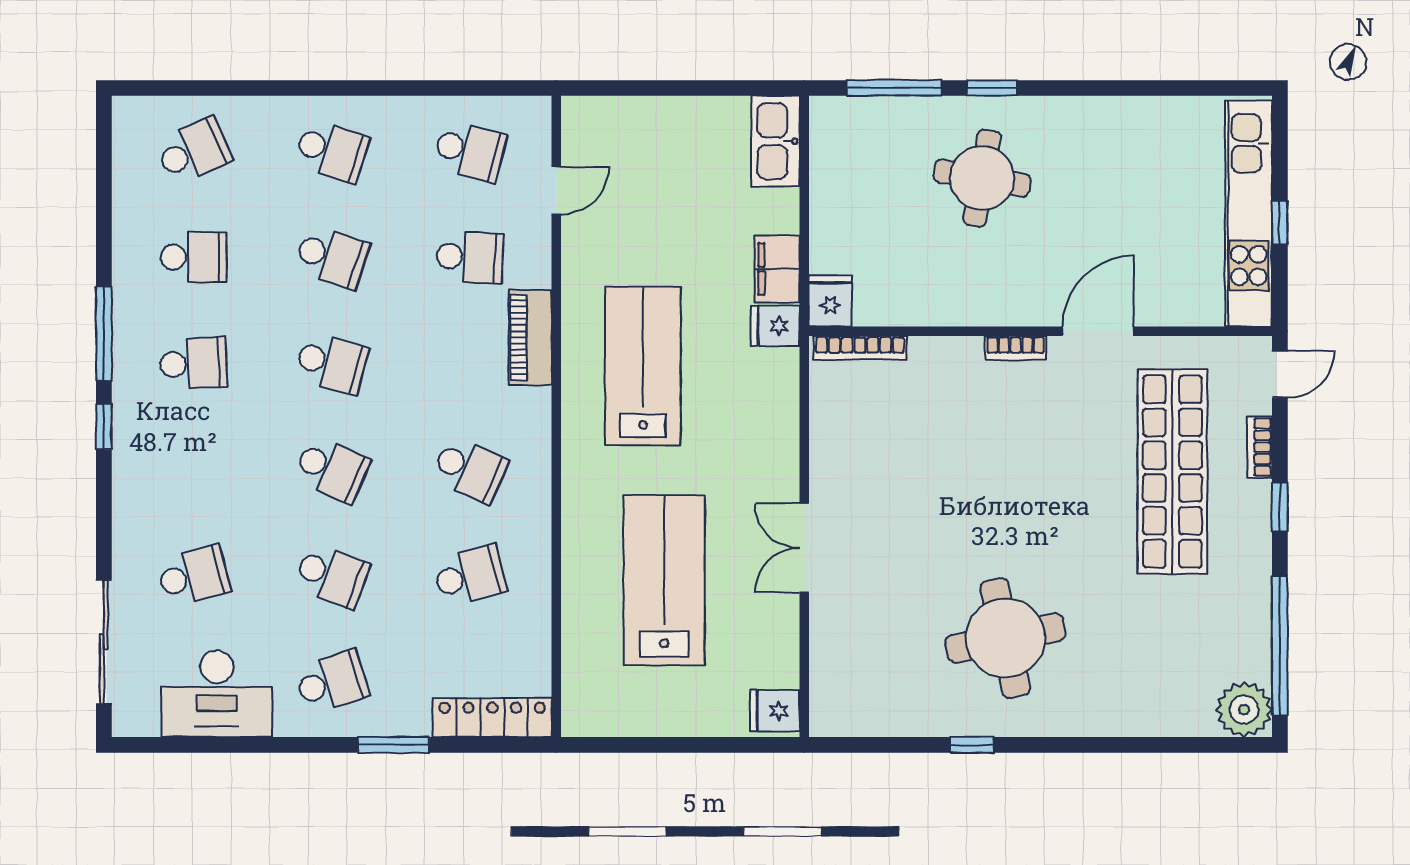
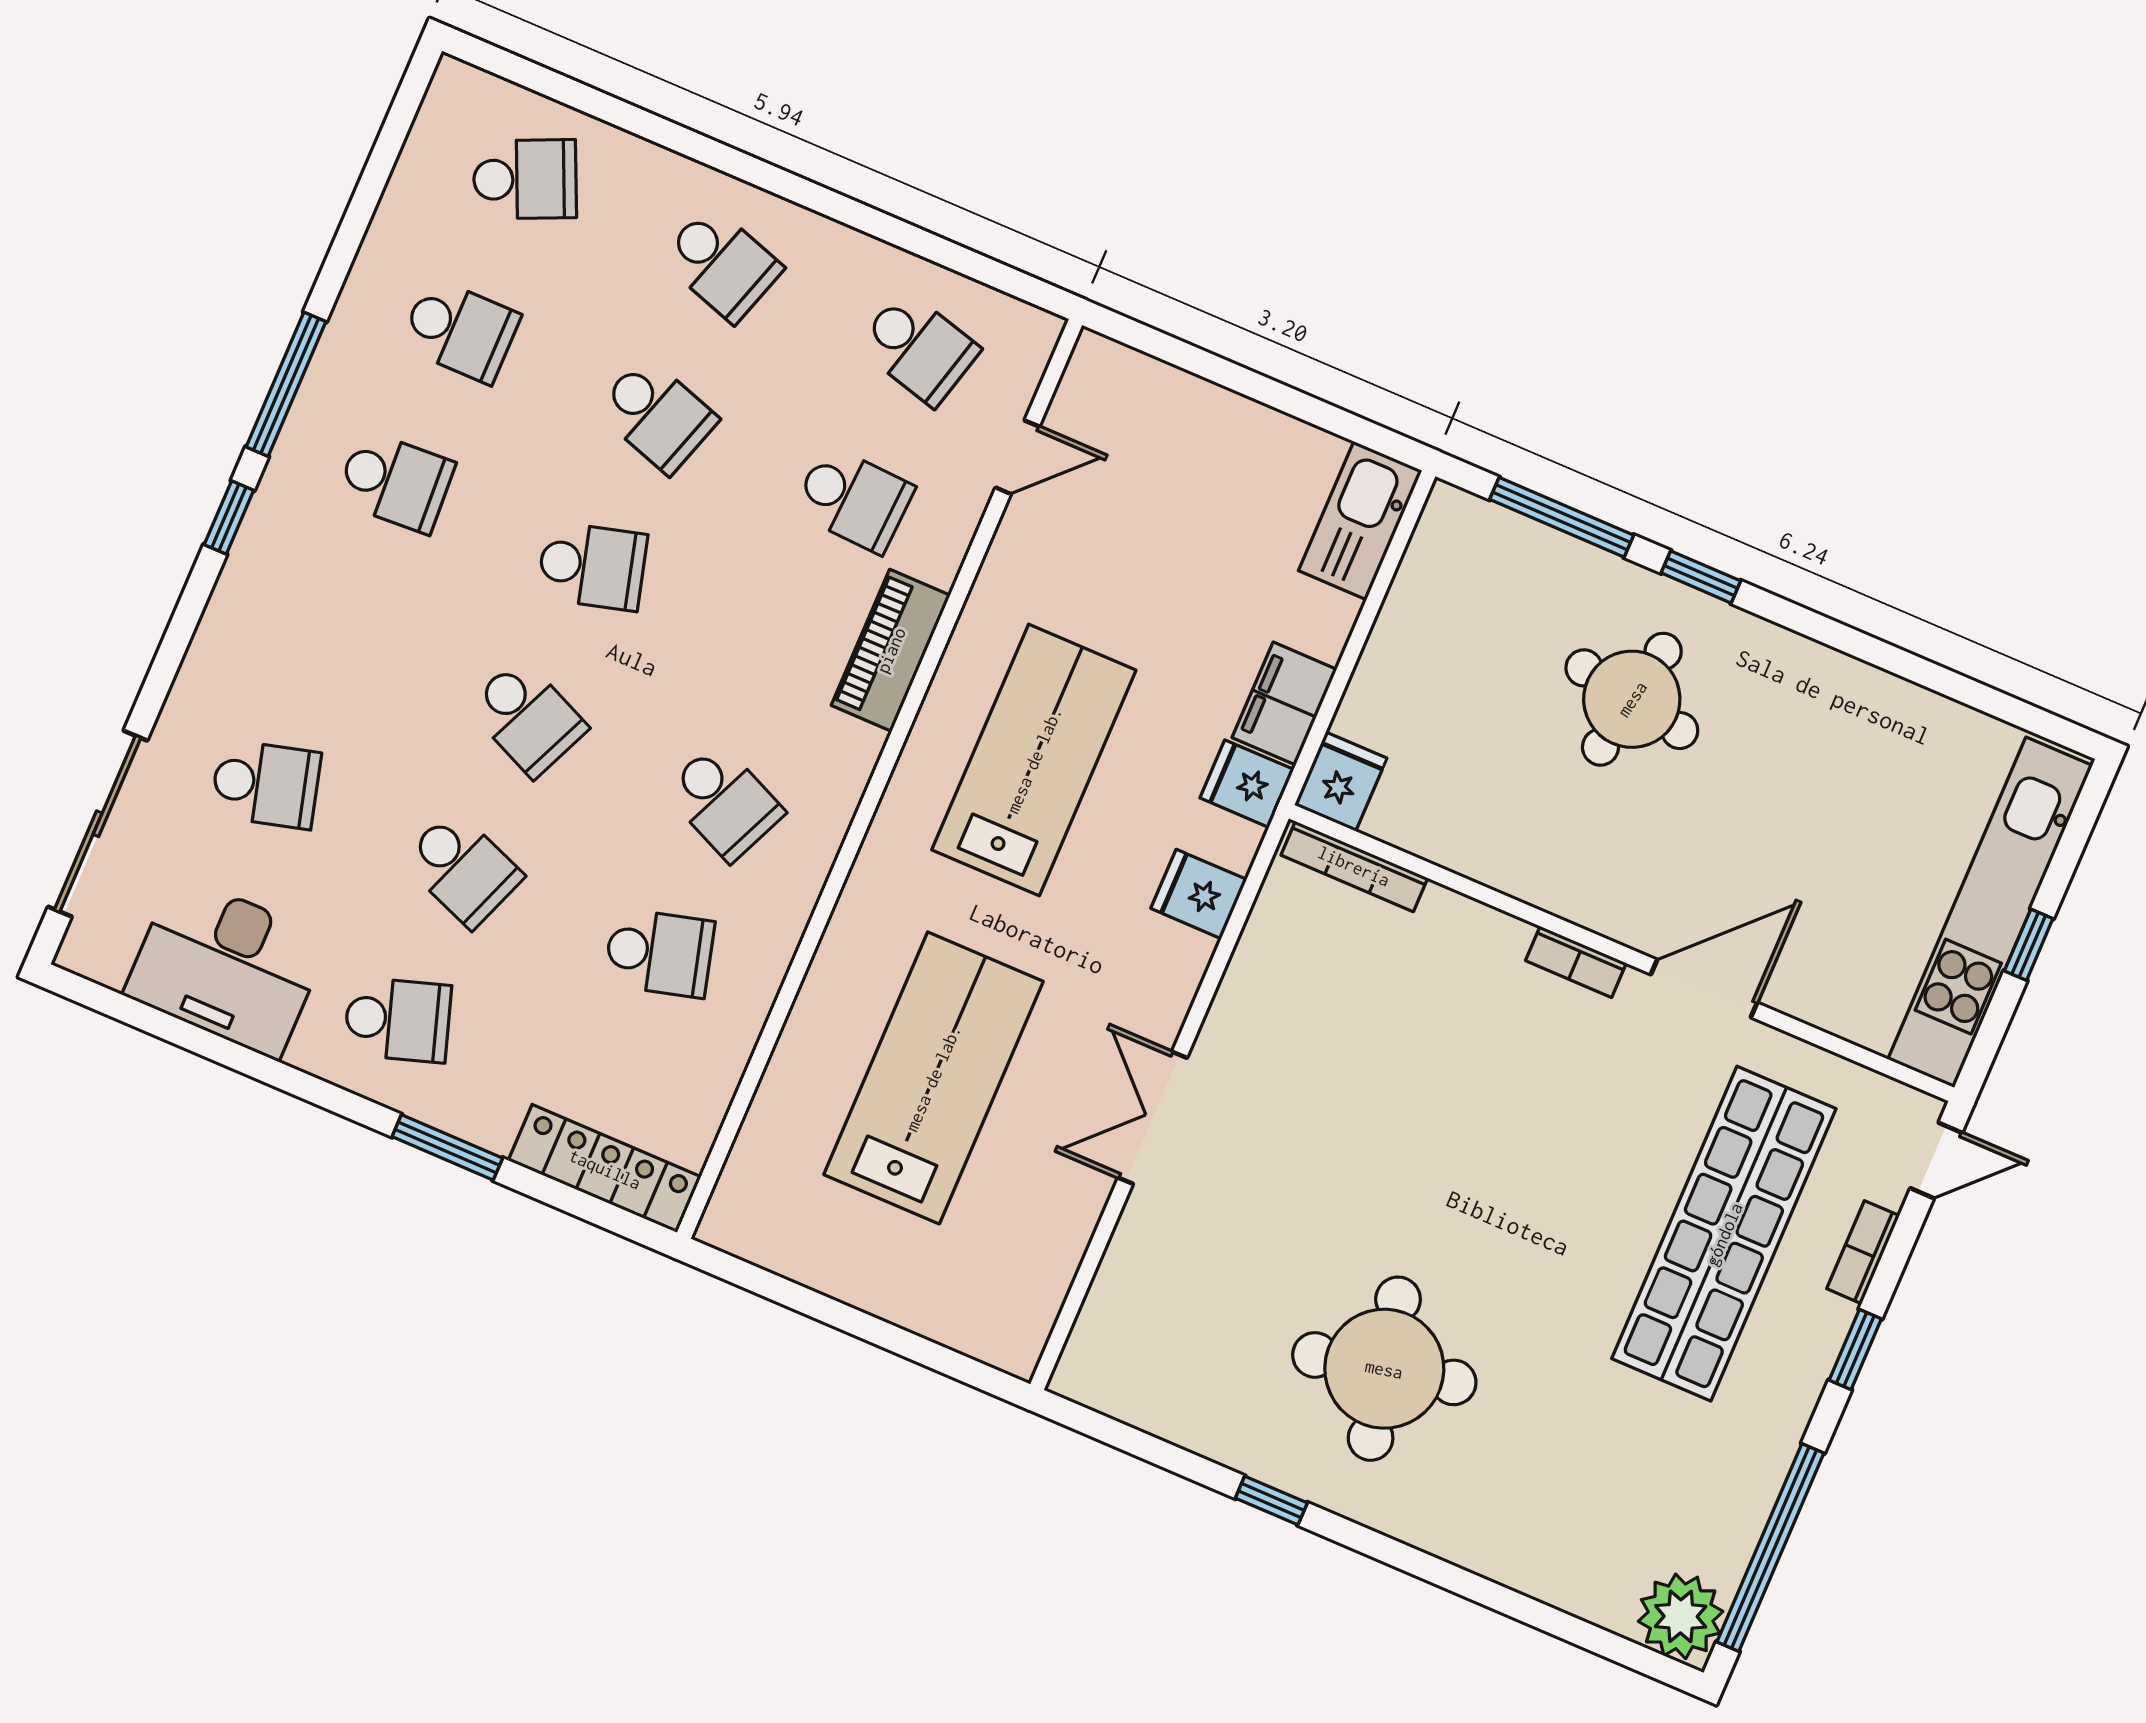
school desk: (332, 363) -> (592, 566), turned -30
fridge: (775, 711) -> (1199, 894), moved

